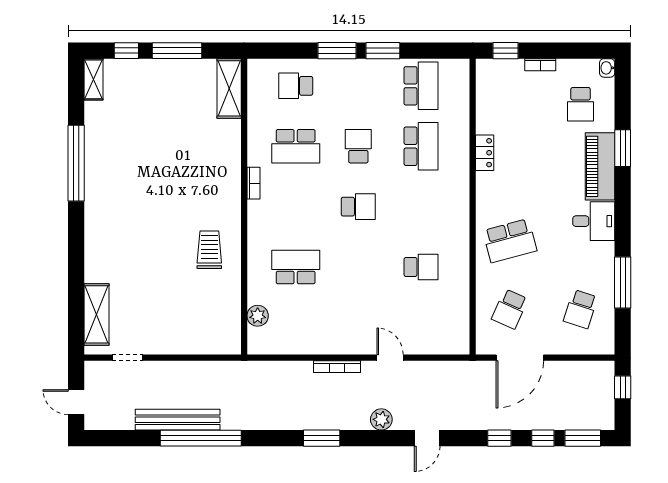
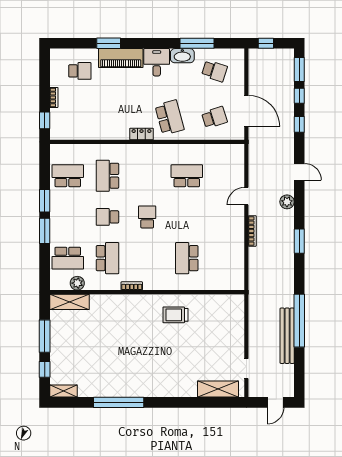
washbasin: (607, 68) -> (182, 56), moved, width x1.91, depth x1.45
school desk: (296, 86) -> (68, 258), width x1.85
school desk: (421, 146) -> (107, 176), turned -90
locker: (485, 153) -> (142, 134), moved
school desk: (421, 267) -> (187, 176), width x1.85
school desk: (510, 309) -> (214, 117), turned -42
plant: (258, 316) -> (77, 283), moved

